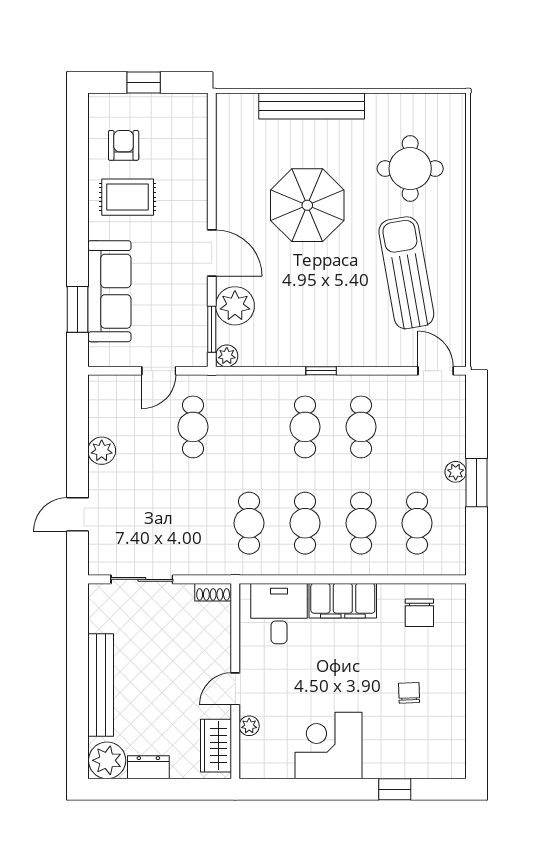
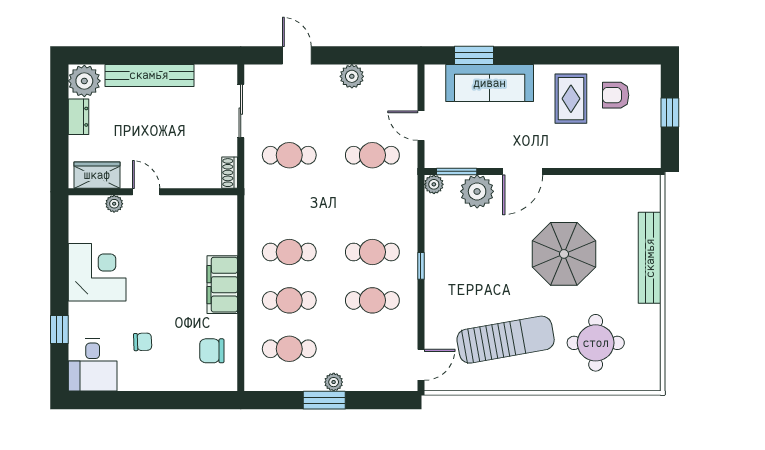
armchair: (124, 145) -> (616, 95), turned 180
cafe table: (249, 523) -> (289, 155), moved
desk: (279, 614) -> (93, 365), moved, turned 90

